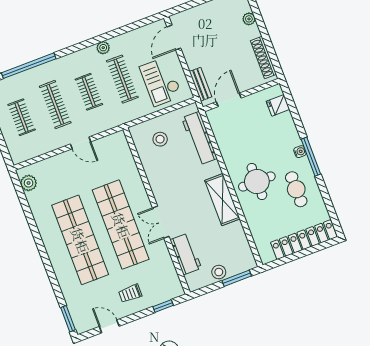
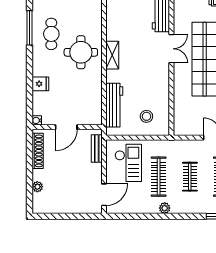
door: (229, 100) -> (66, 127), moved
fridge: (278, 105) -> (40, 84), moved
water cooler: (300, 152) -> (37, 120), moved
window: (311, 157) -> (29, 28), moved
shelving: (222, 200) -> (112, 55), width x0.67, depth x0.75

